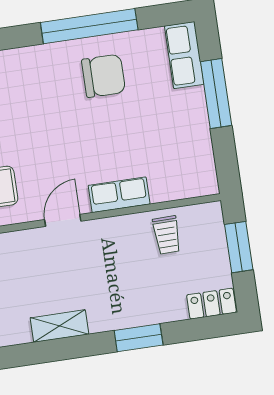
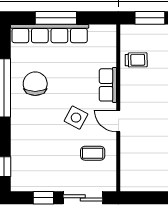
row of seats: (184, 55) -> (50, 34), width x2.02
side table: (58, 151) -> (76, 118), added

